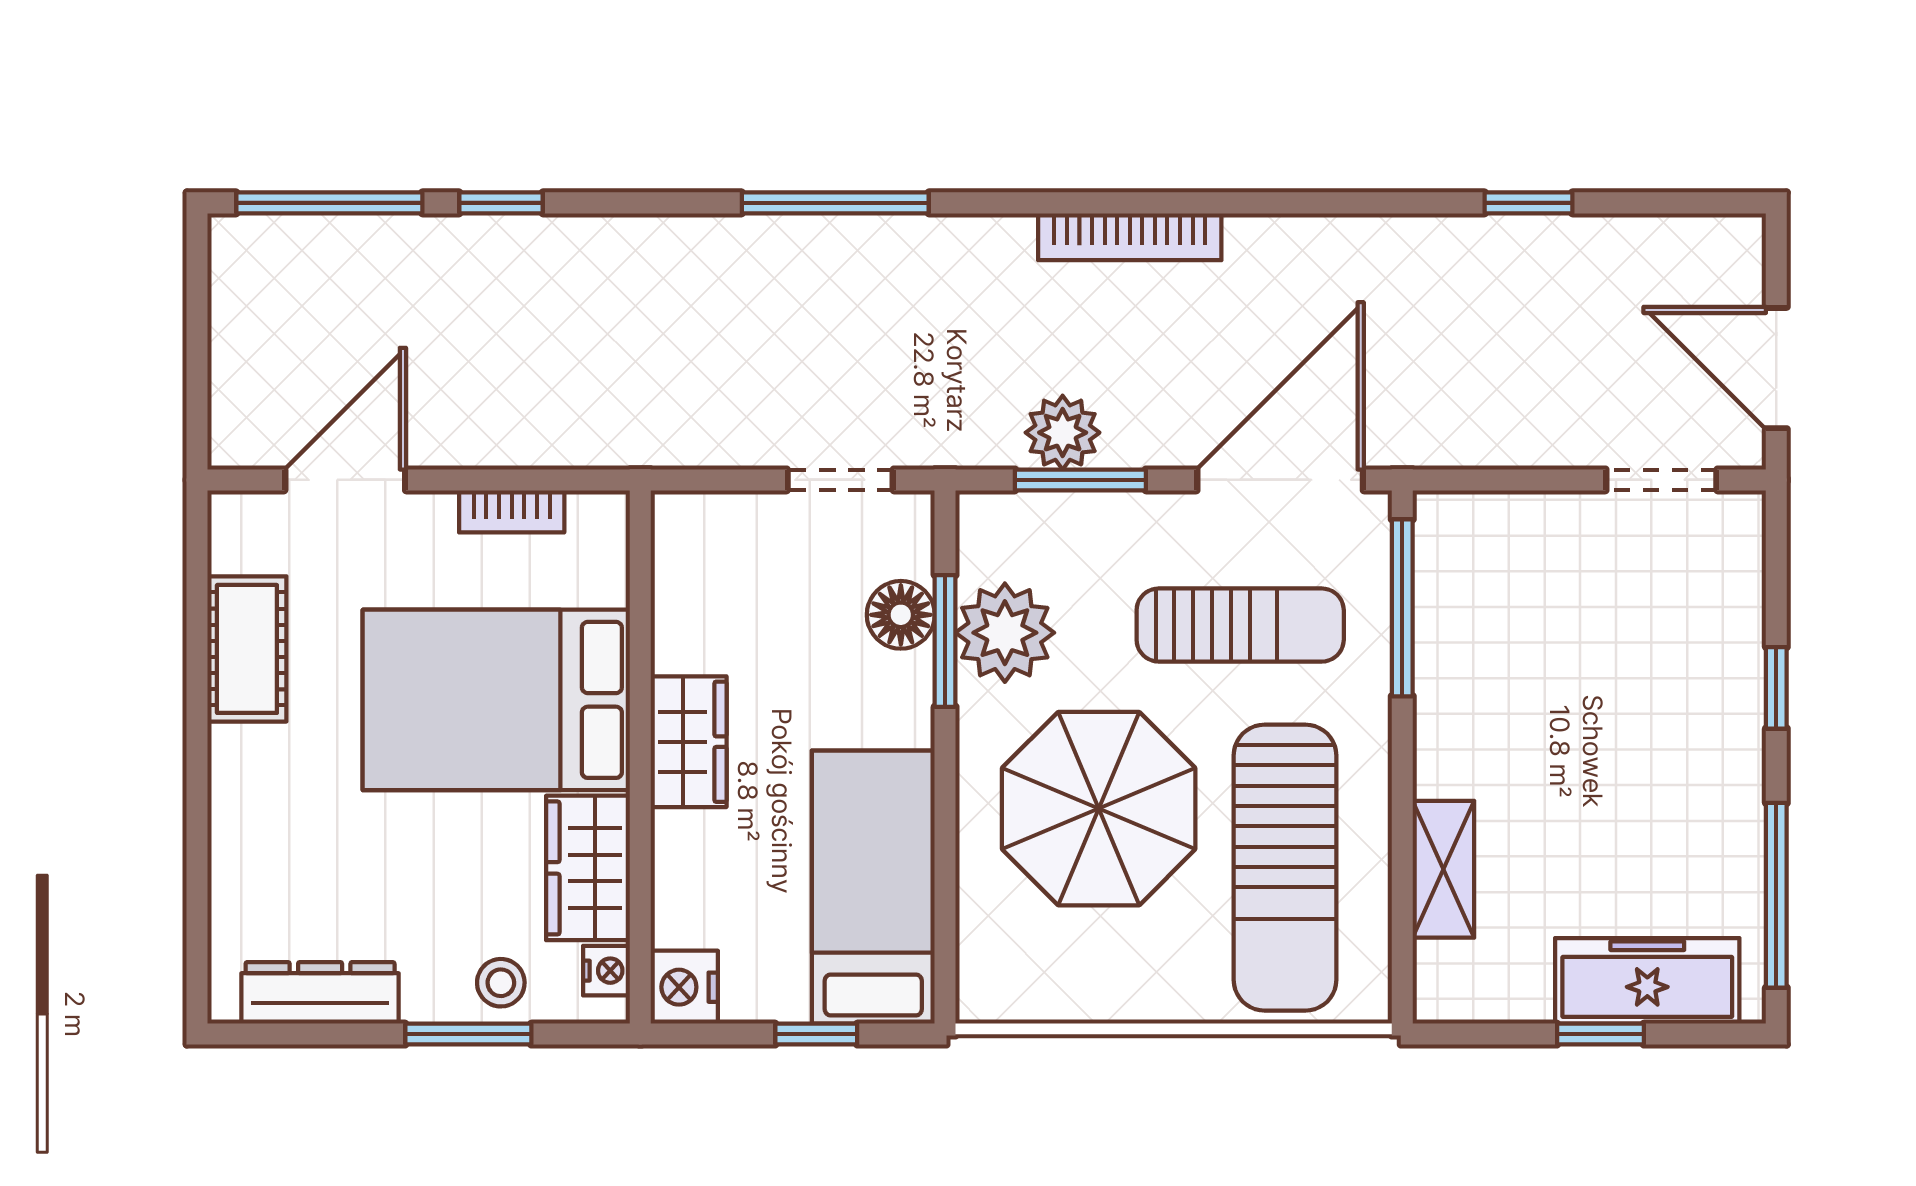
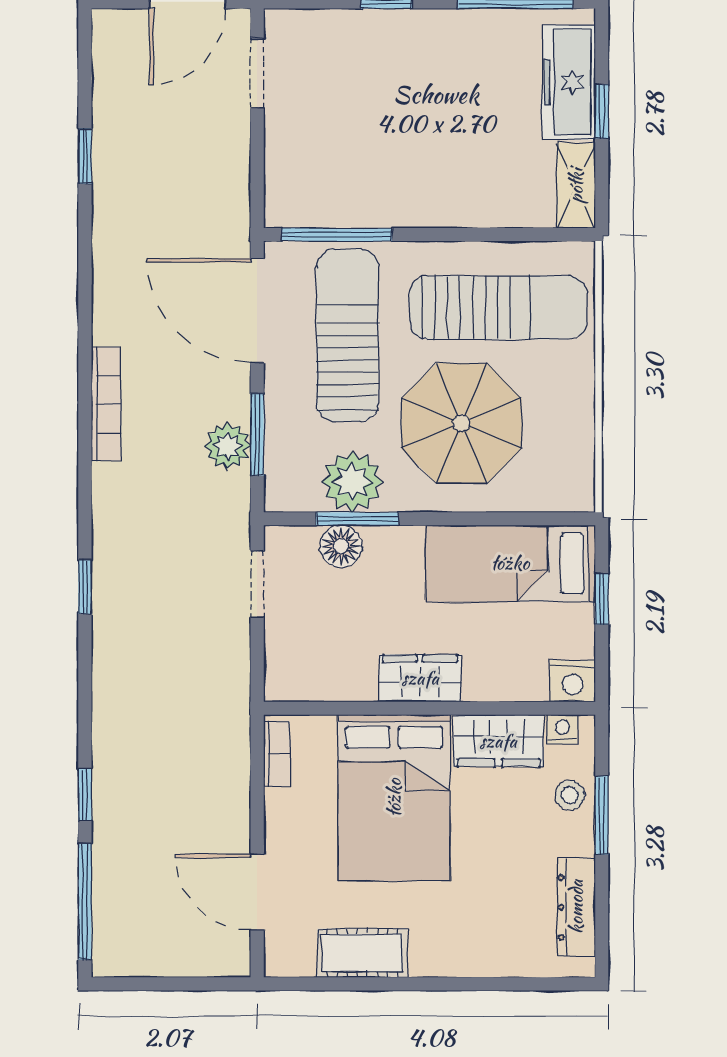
window: (835, 203) -> (85, 587), width x0.46
bookcase: (512, 511) -> (277, 753), moved
sun lounger: (1240, 625) -> (347, 335), width x1.36, depth x1.34
shelving: (1443, 869) -> (576, 186), moved, turned 90

